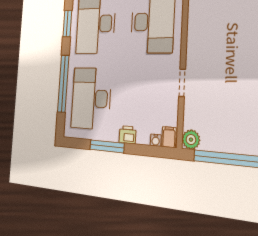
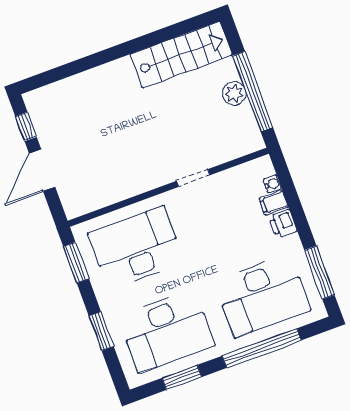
filing cabinet: (169, 137) -> (274, 203), moved
plant: (191, 140) -> (234, 94), moved
window: (107, 146) -> (319, 272), moved

